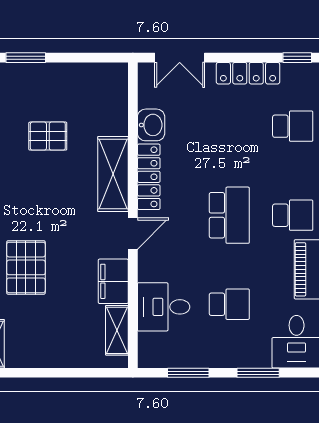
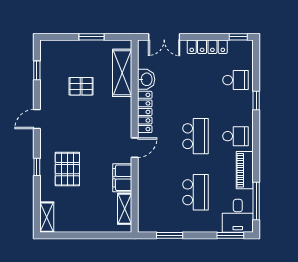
window: (26, 58) -> (91, 37), moved
shelving: (113, 174) -> (122, 73), moved
school desk: (229, 304) -> (195, 192), width x1.85
desk: (164, 307) -> (154, 194), removed
window: (258, 373) -> (230, 235), moved

